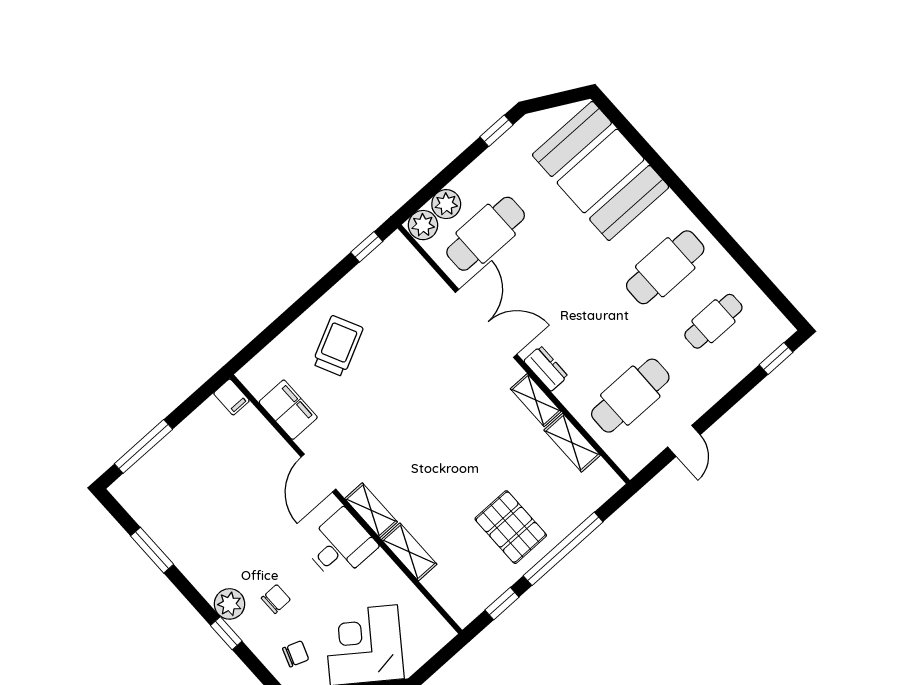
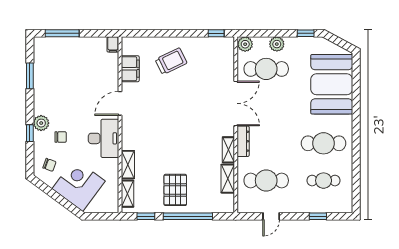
plant: (446, 204) -> (277, 44), moved
window: (776, 358) -> (318, 216), moved
dresser: (546, 369) -> (243, 141), width x1.44
shelving: (371, 510) -> (128, 194), moved
desk: (340, 545) -> (104, 138), width x1.37

